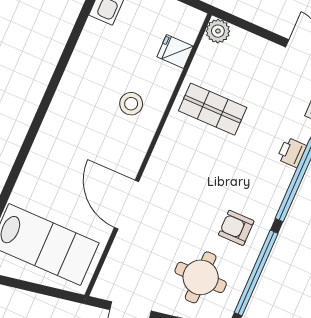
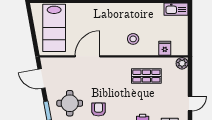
shop shelf: (213, 109) -> (146, 76), turned 90

